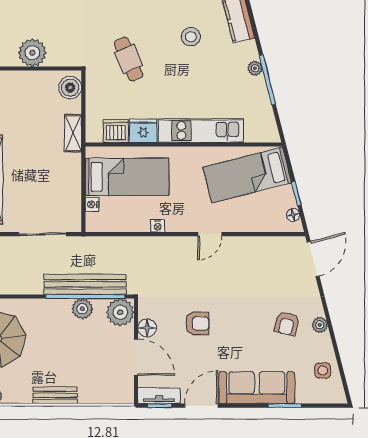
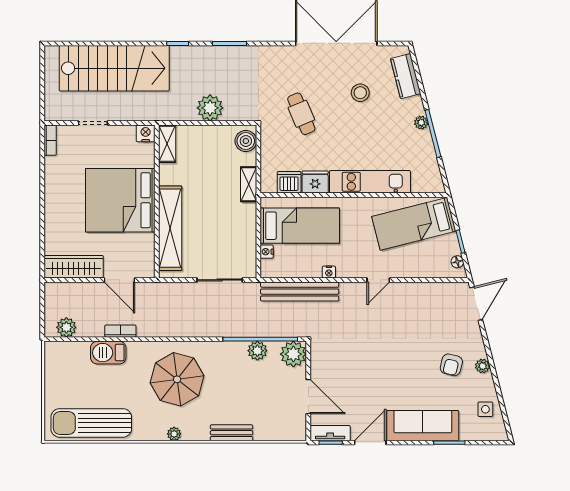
bench: (85, 284) -> (300, 292), moved
armchair: (197, 323) -> (367, 365), removed
floor lamp: (147, 328) -> (319, 369), removed

